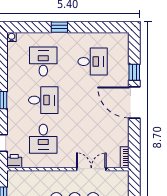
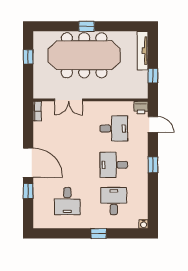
desk: (43, 62) -> (114, 201), turned 180
desk: (93, 62) -> (67, 201), turned -90
desk: (43, 139) -> (114, 129), turned 90

